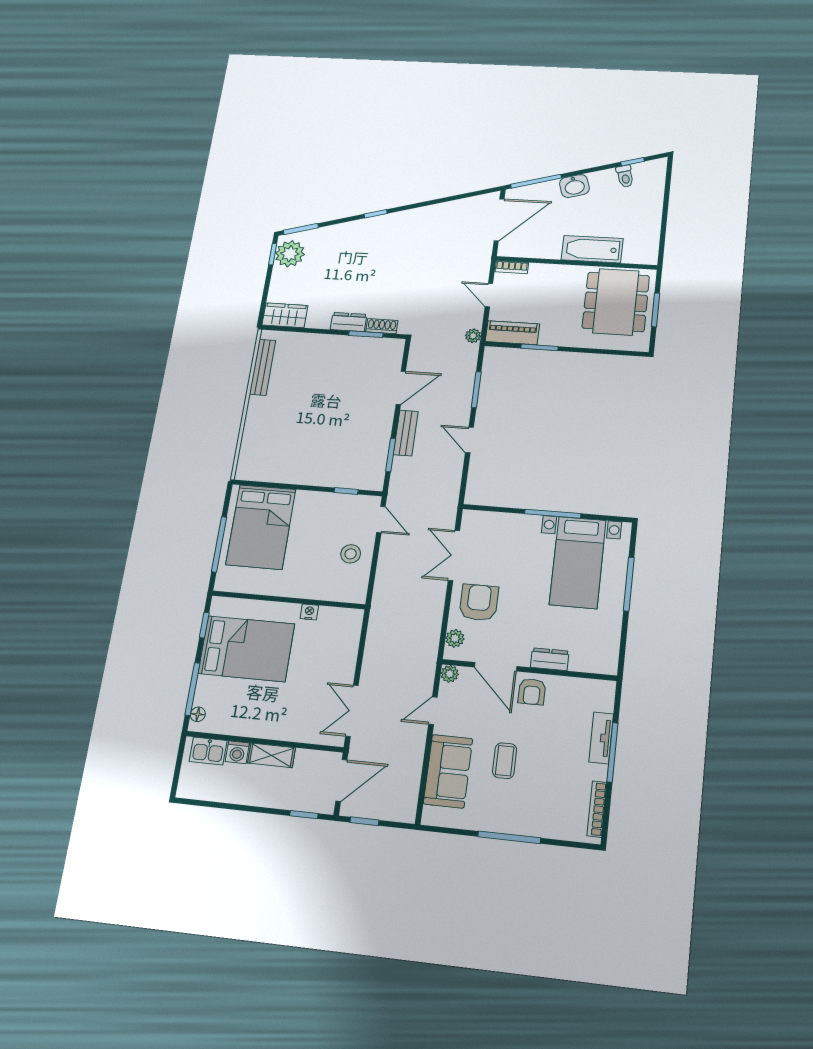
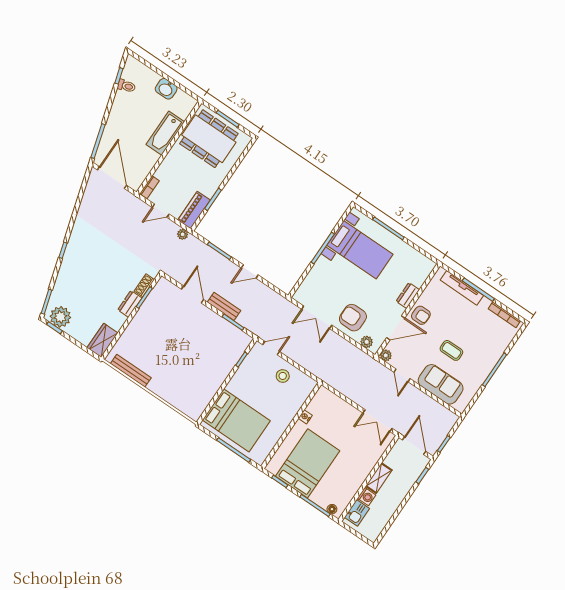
washbasin: (574, 186) -> (166, 89), moved, turned 107
tv unit: (601, 738) -> (462, 288), width x1.41

